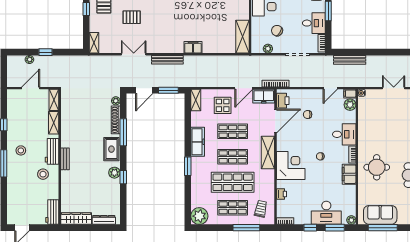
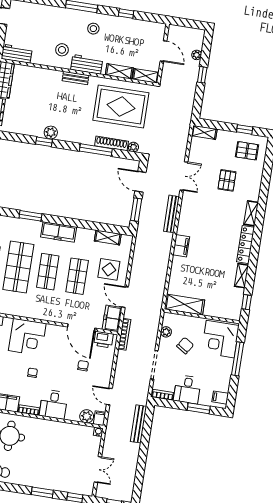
shelving: (196, 100) -> (108, 237), moved
freezer: (198, 142) -> (59, 232), moved
rug: (111, 149) -> (121, 107), moved, width x1.86, depth x2.06
shelving: (268, 152) -> (46, 313), removed
window: (188, 166) -> (30, 216), moved

